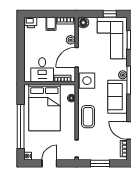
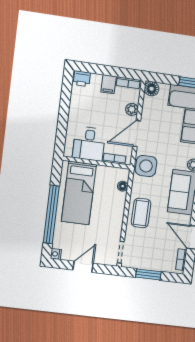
bed: (44, 108) -> (79, 193), width x0.67

